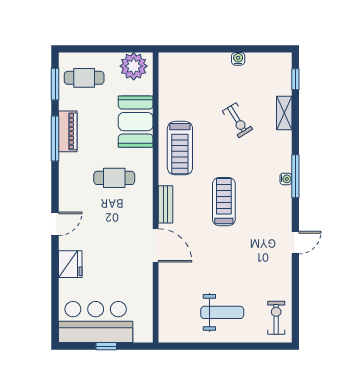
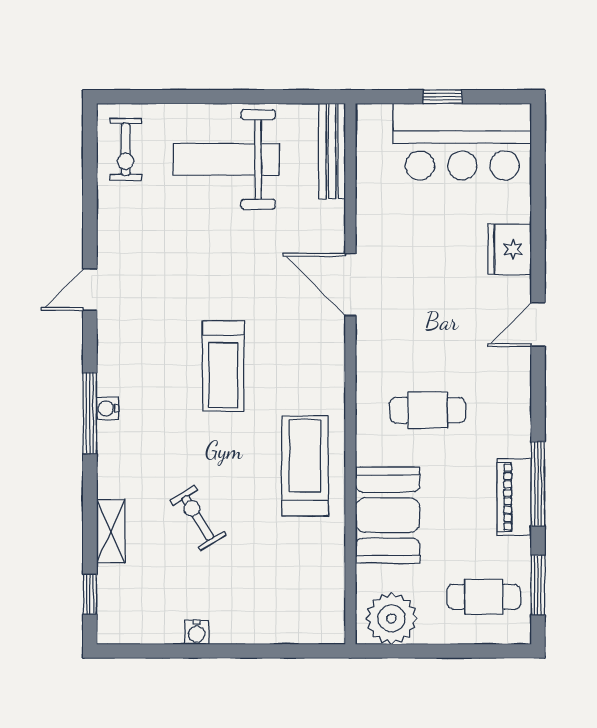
bench: (165, 204) -> (332, 151), moved, width x1.36
weight bench: (222, 312) -> (226, 159), width x1.36, depth x1.33

